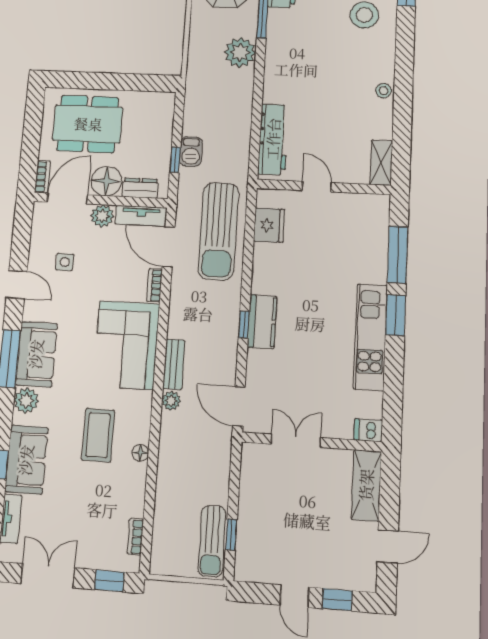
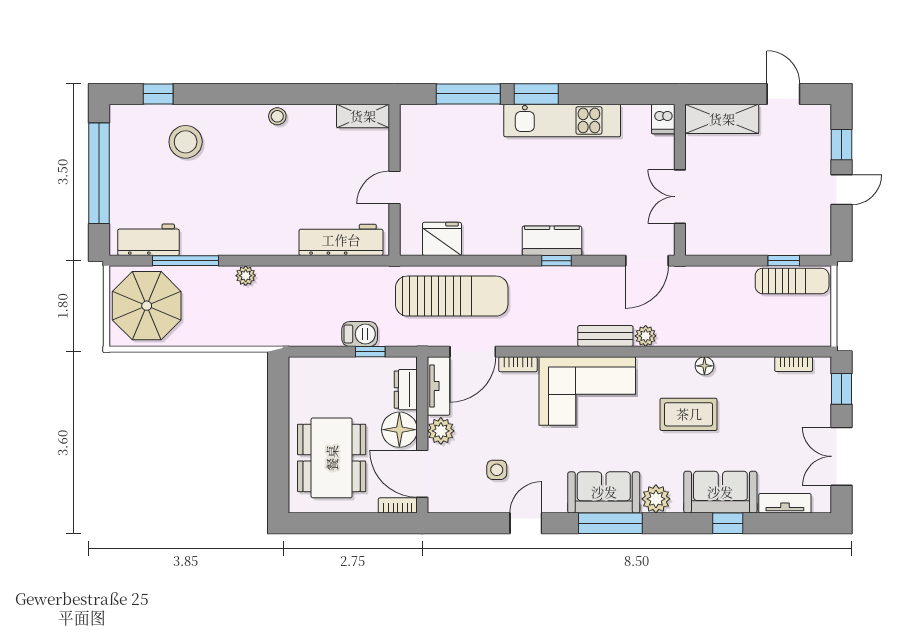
plant: (240, 52) -> (246, 276), width x0.53, depth x0.53

